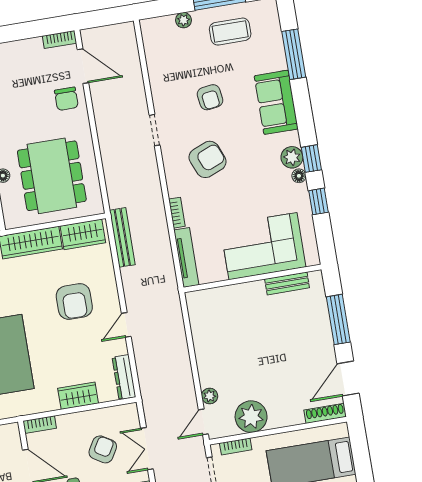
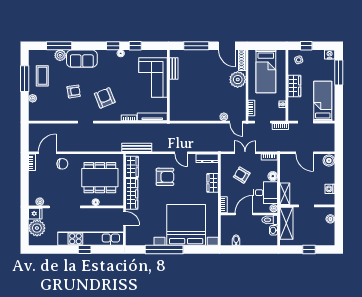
plant: (292, 157) -> (60, 55), moved
plant: (251, 417) -> (238, 80), moved
double door: (147, 449) -> (245, 153), swing flipped

